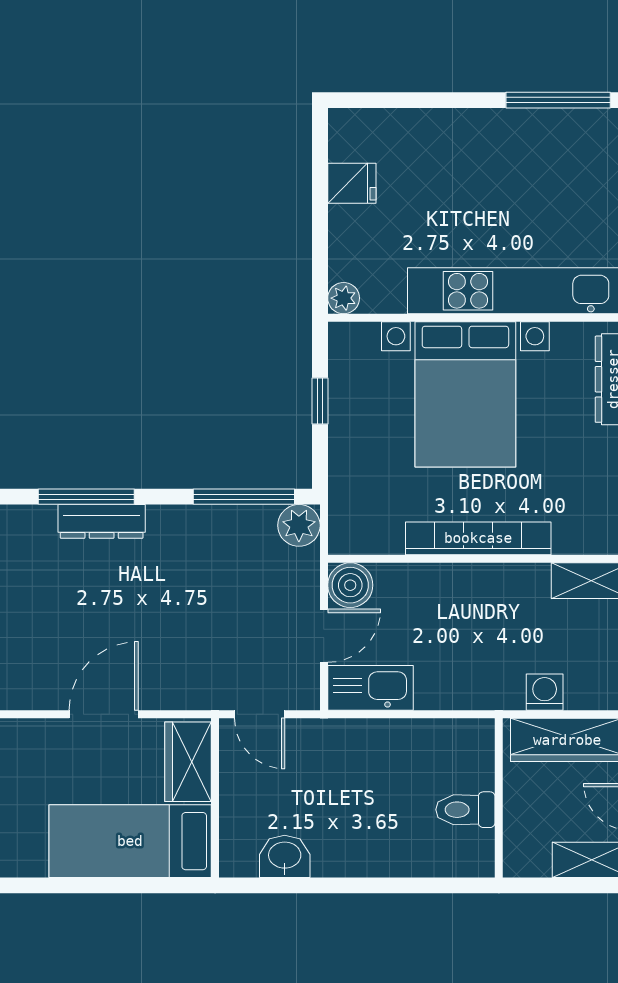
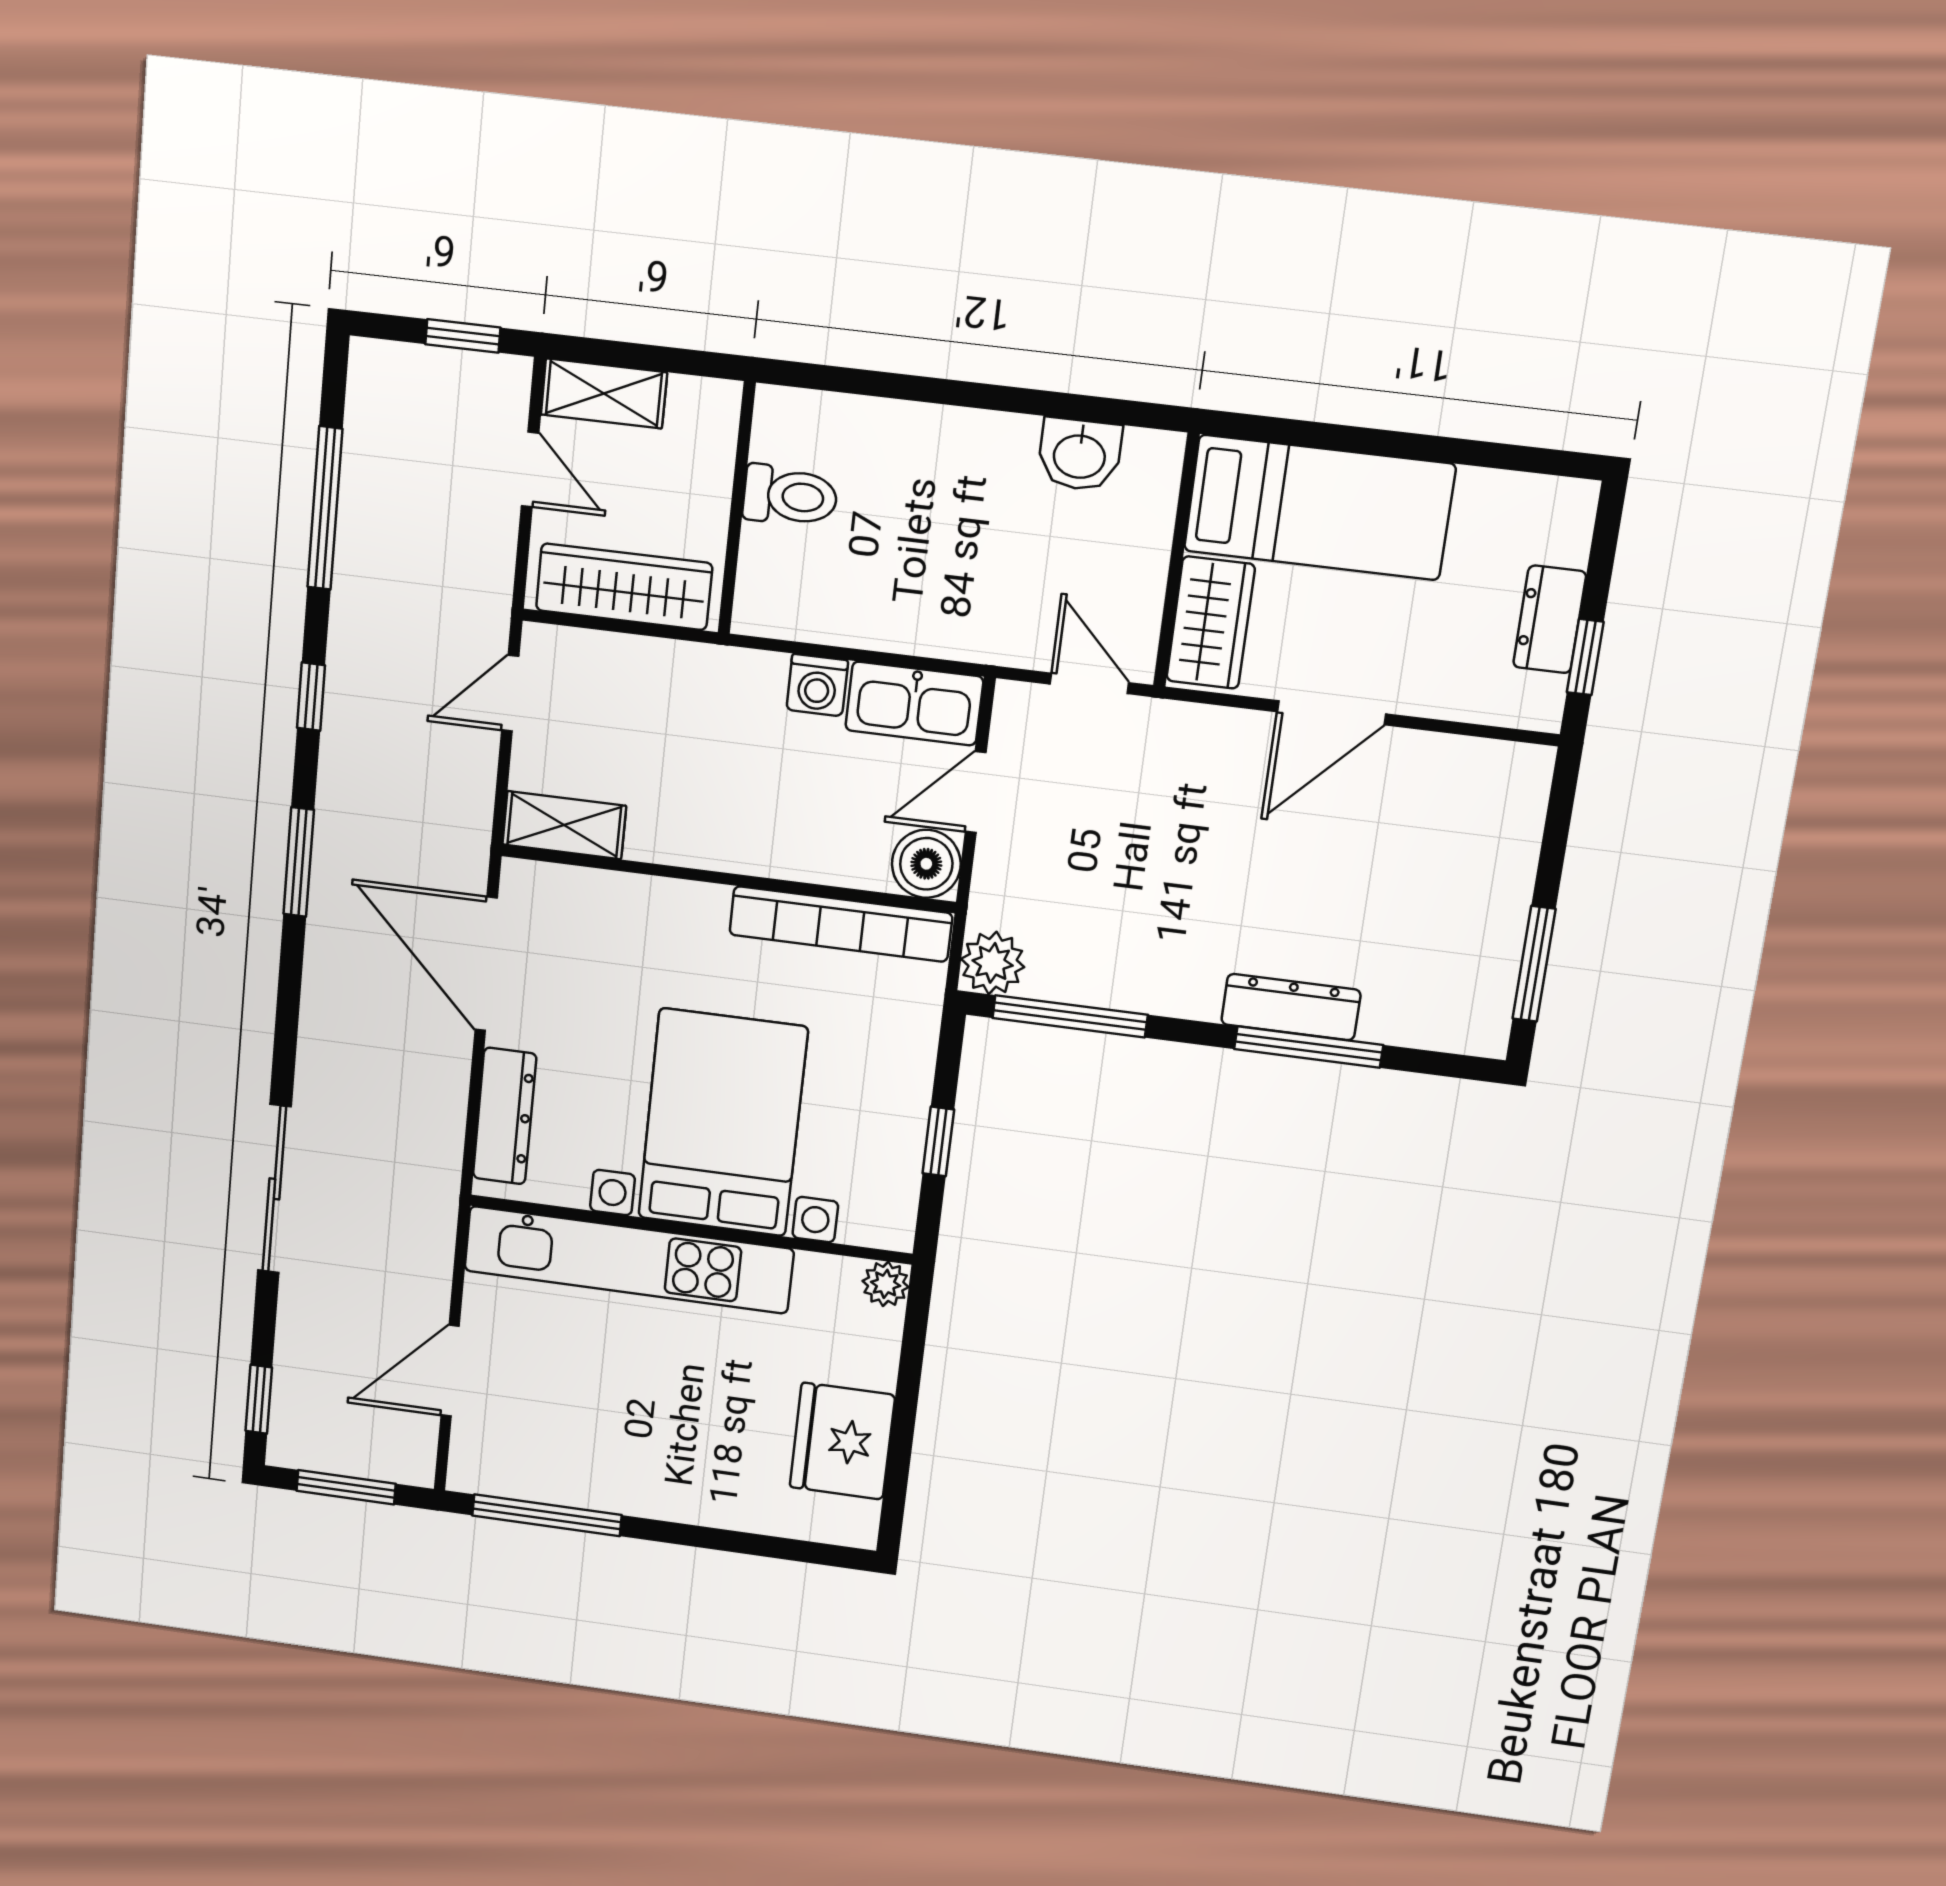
fridge: (352, 183) -> (842, 1441), width x1.88, depth x1.34
bookcase: (478, 538) -> (841, 924), moved
washing machine: (545, 692) -> (817, 685), moved

